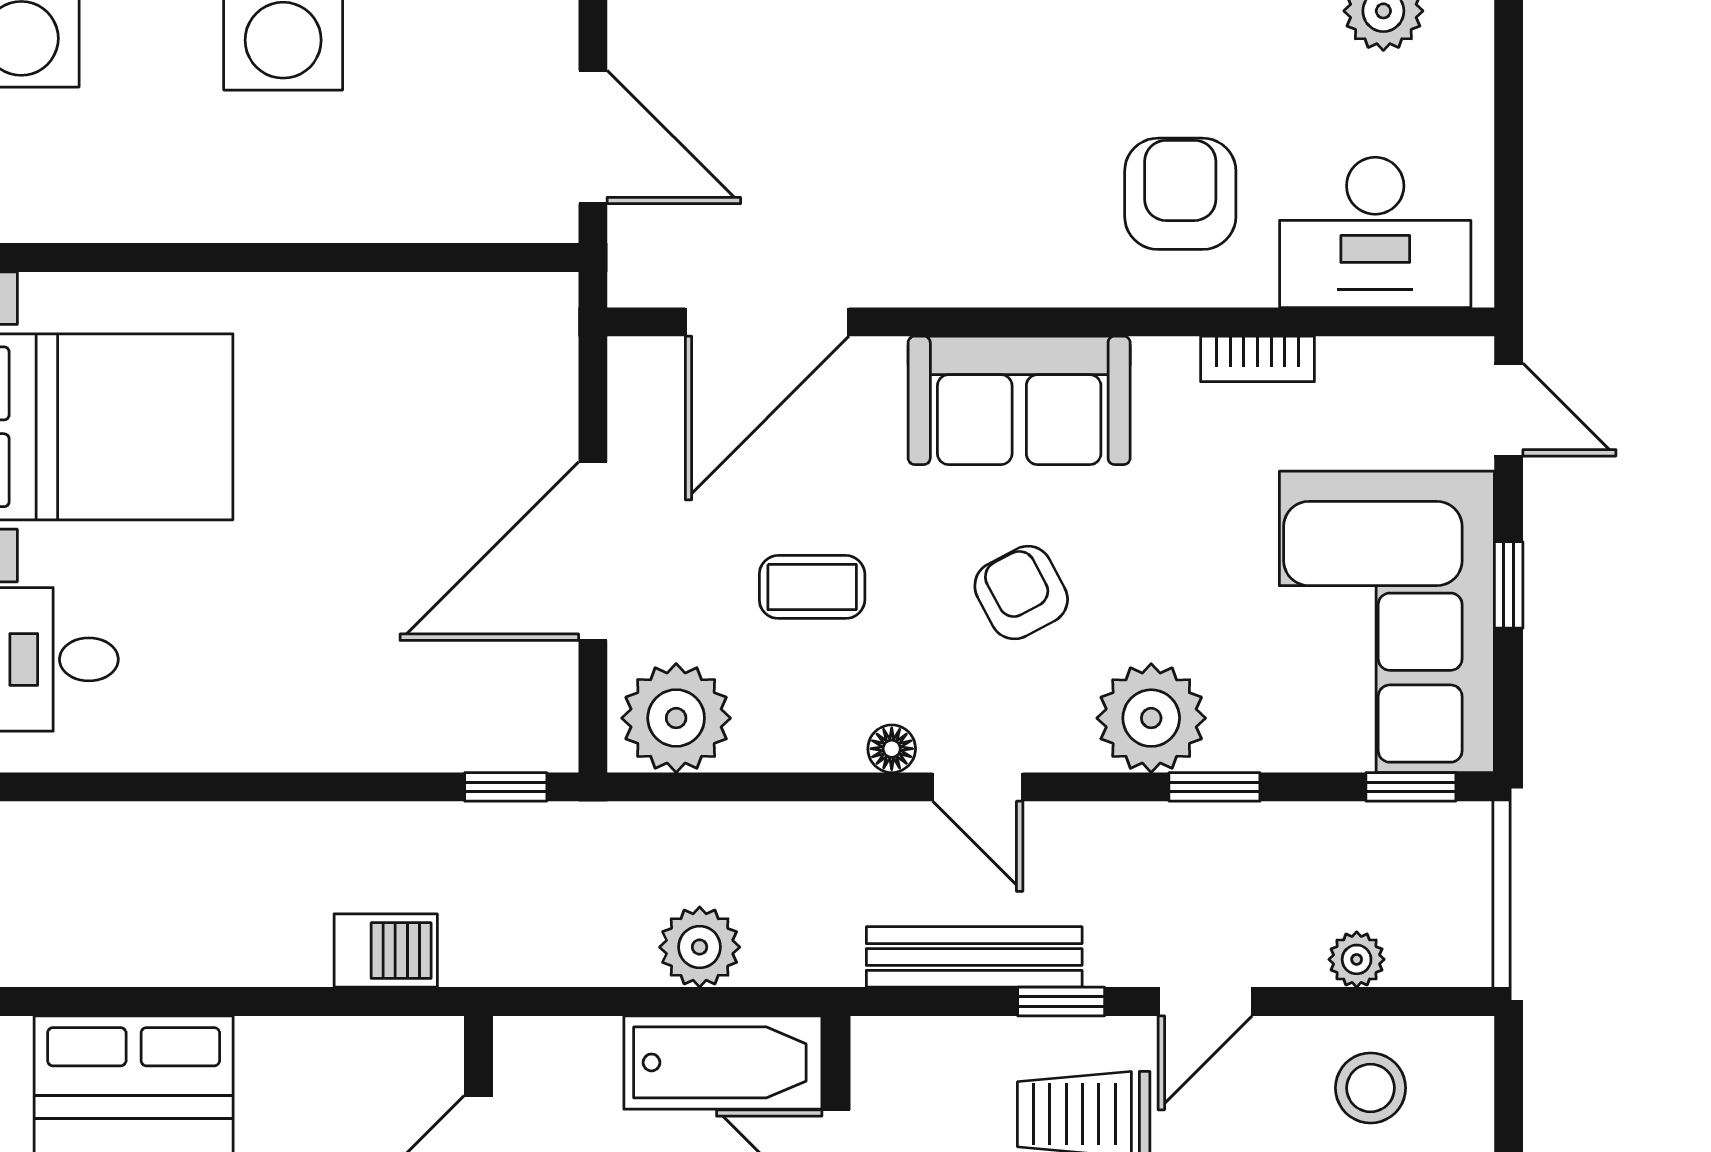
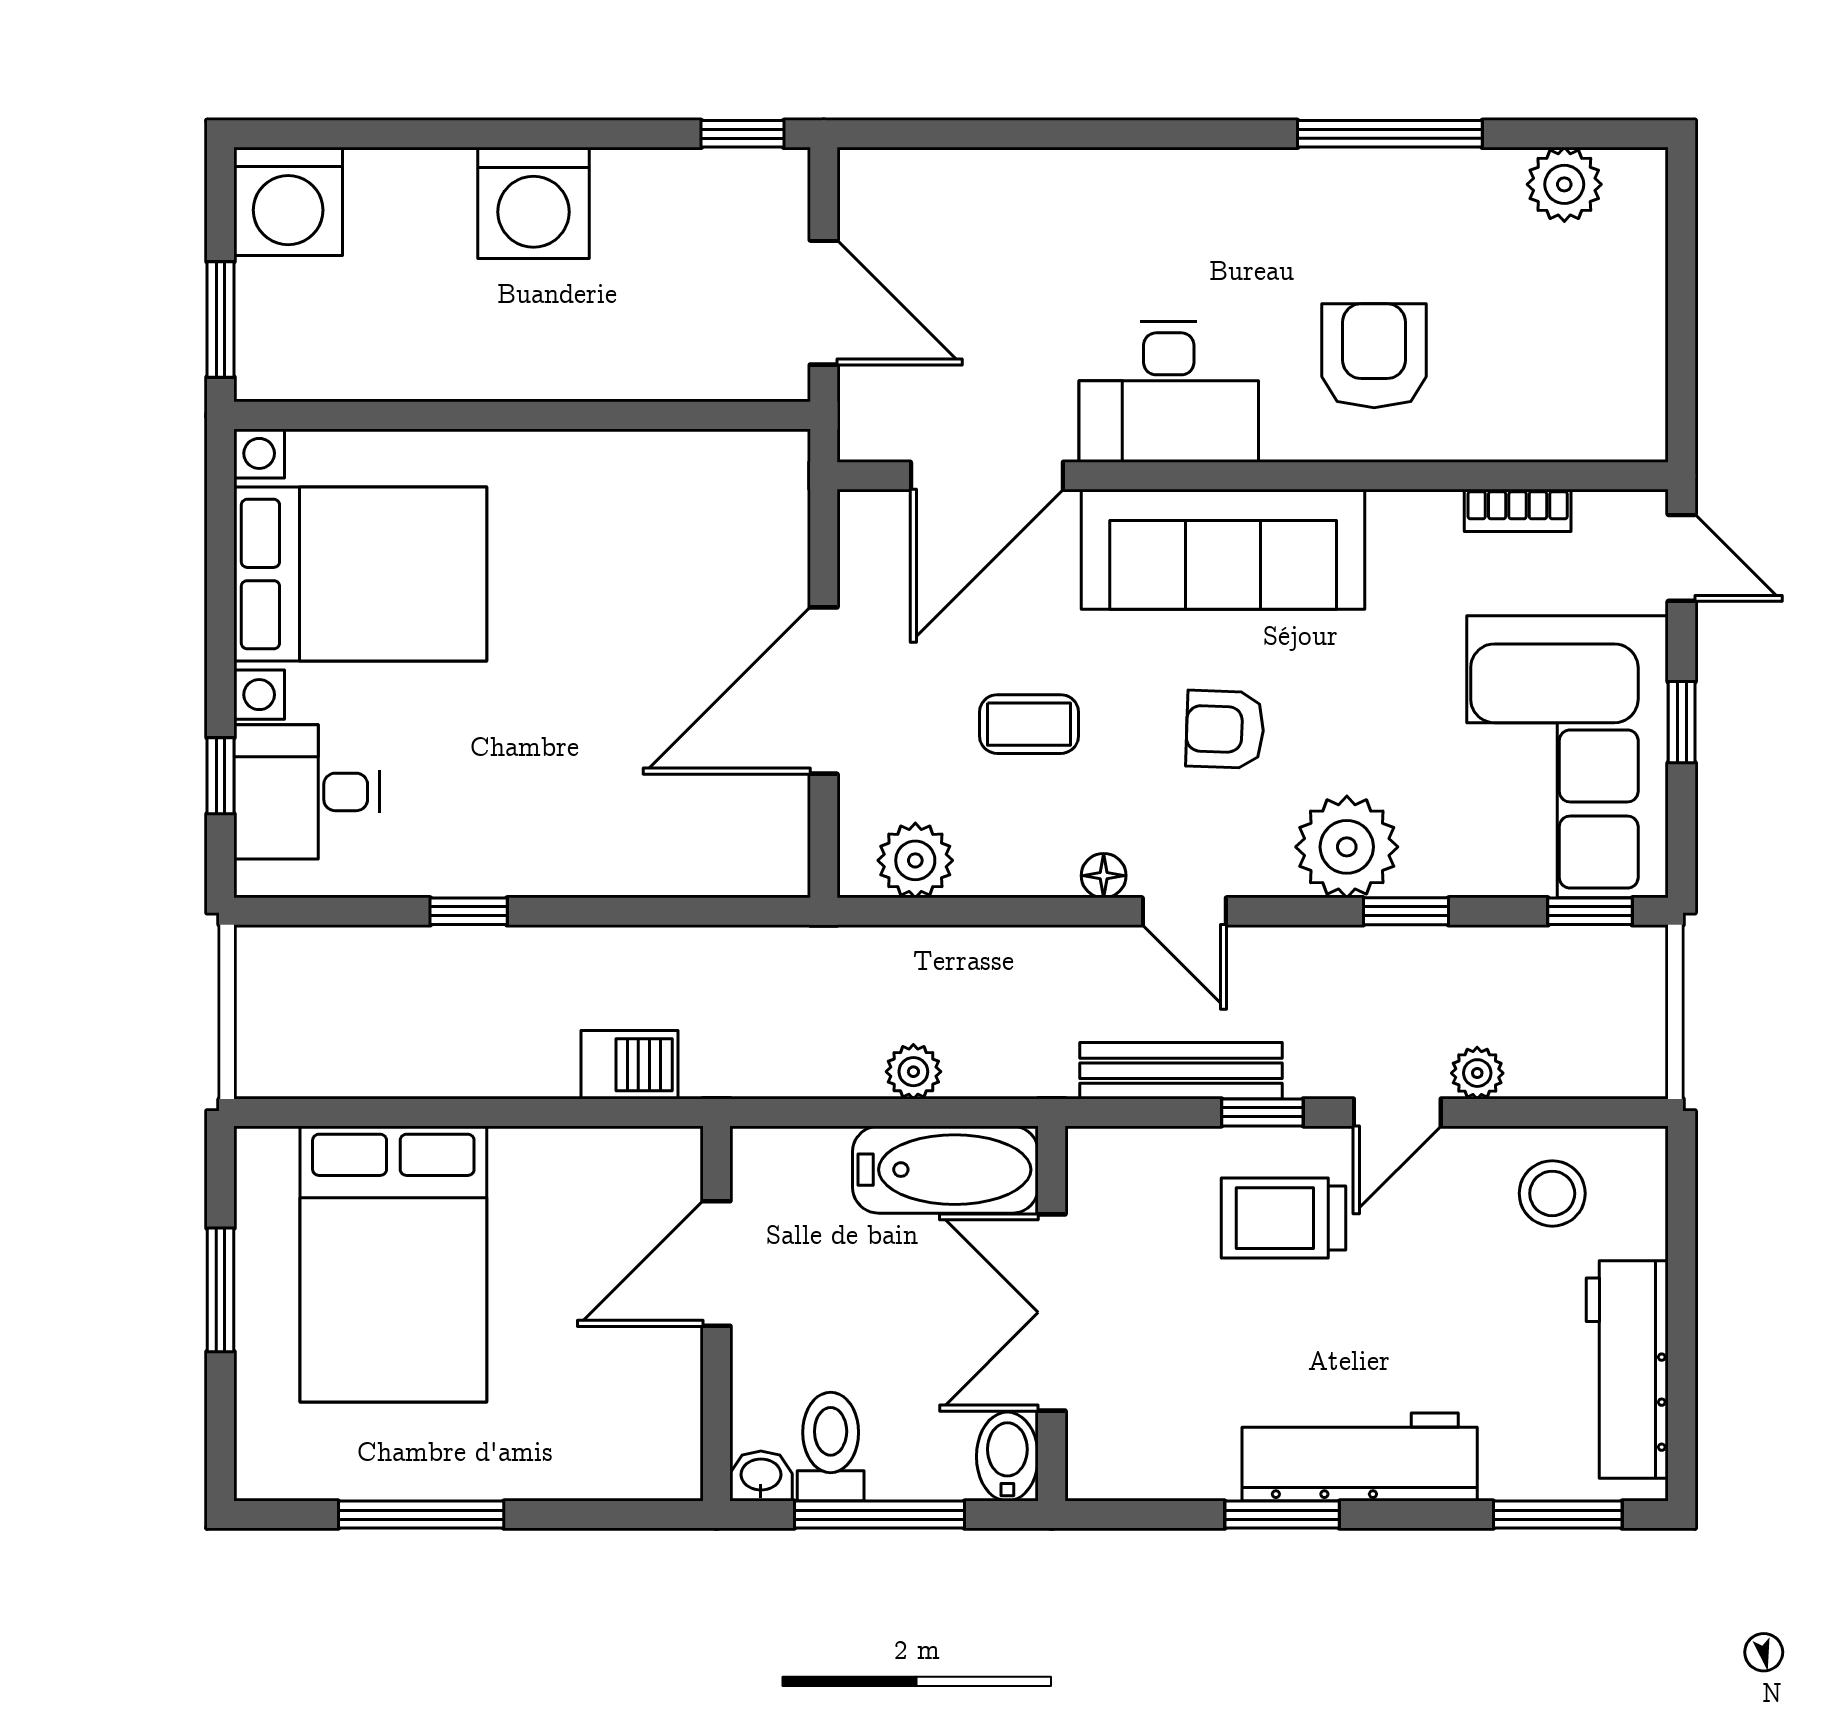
desk: (1375, 232) -> (1169, 392), moved
bookcase: (1257, 359) -> (1518, 510), moved
sofa: (1019, 400) -> (1223, 549), width x1.36
armchair: (1021, 593) -> (1225, 729), turned -60
plant: (676, 718) -> (915, 860), width x0.73, depth x0.73
window: (506, 787) -> (469, 911), moved
plant: (700, 947) -> (913, 1072), width x0.73, depth x0.73
plant: (1357, 959) -> (1477, 1073), moved

